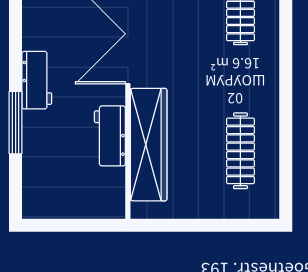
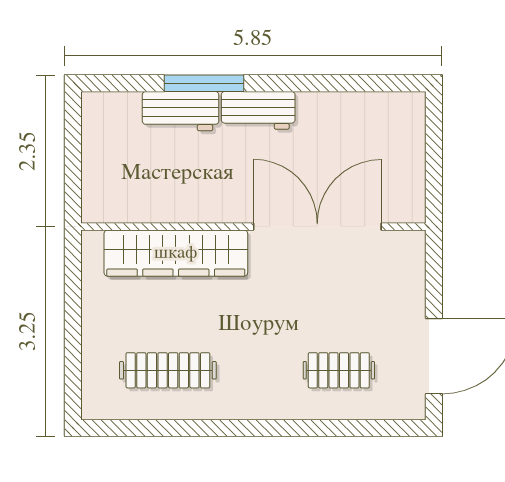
workbench: (110, 136) -> (181, 111), moved, turned 180

